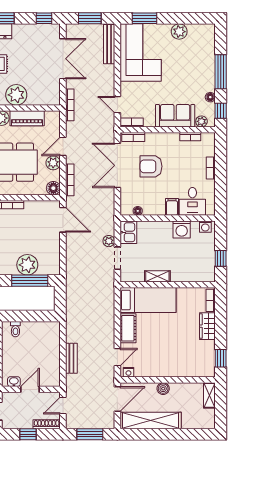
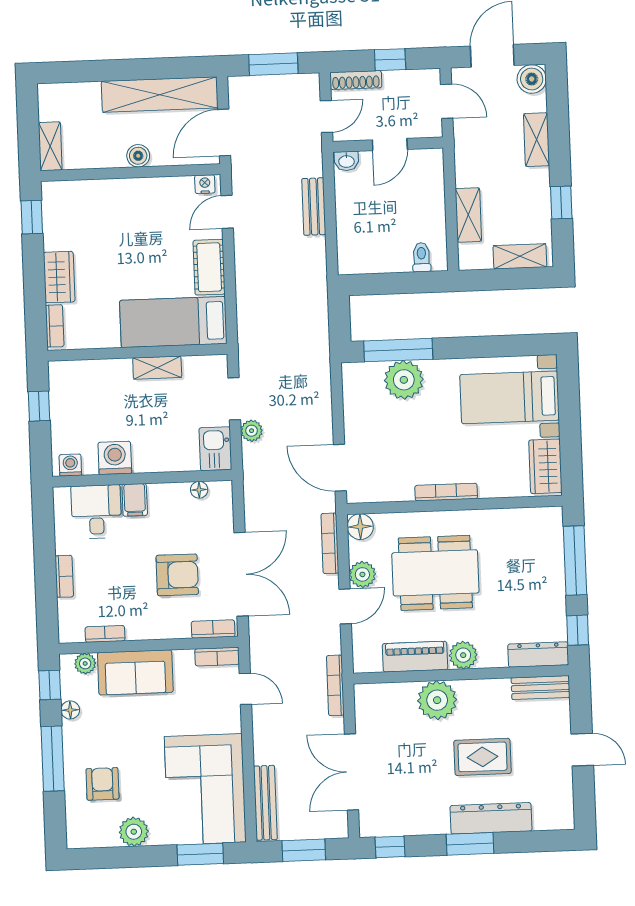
armchair: (195, 57) -> (102, 784), added
washbasin: (14, 382) -> (346, 161), moved

